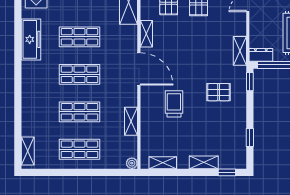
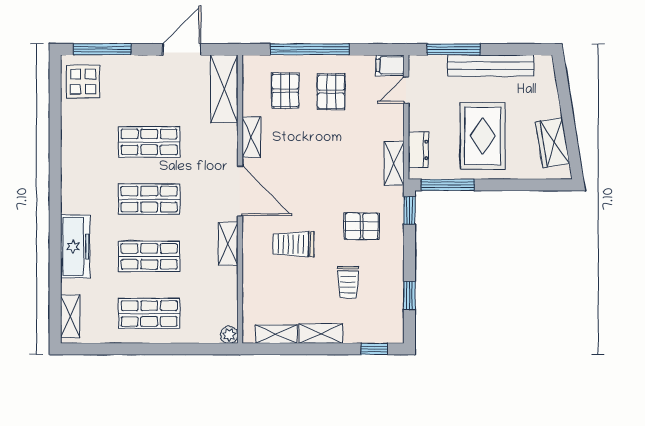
freezer: (31, 39) -> (75, 247), moved
dresser: (261, 55) -> (418, 150), moved, turned 90
trolley: (174, 104) -> (293, 244), turned -90
shelving: (131, 121) -> (228, 244), moved
trolley: (210, 129) -> (348, 282), added
shelving: (204, 162) -> (321, 334), moved

